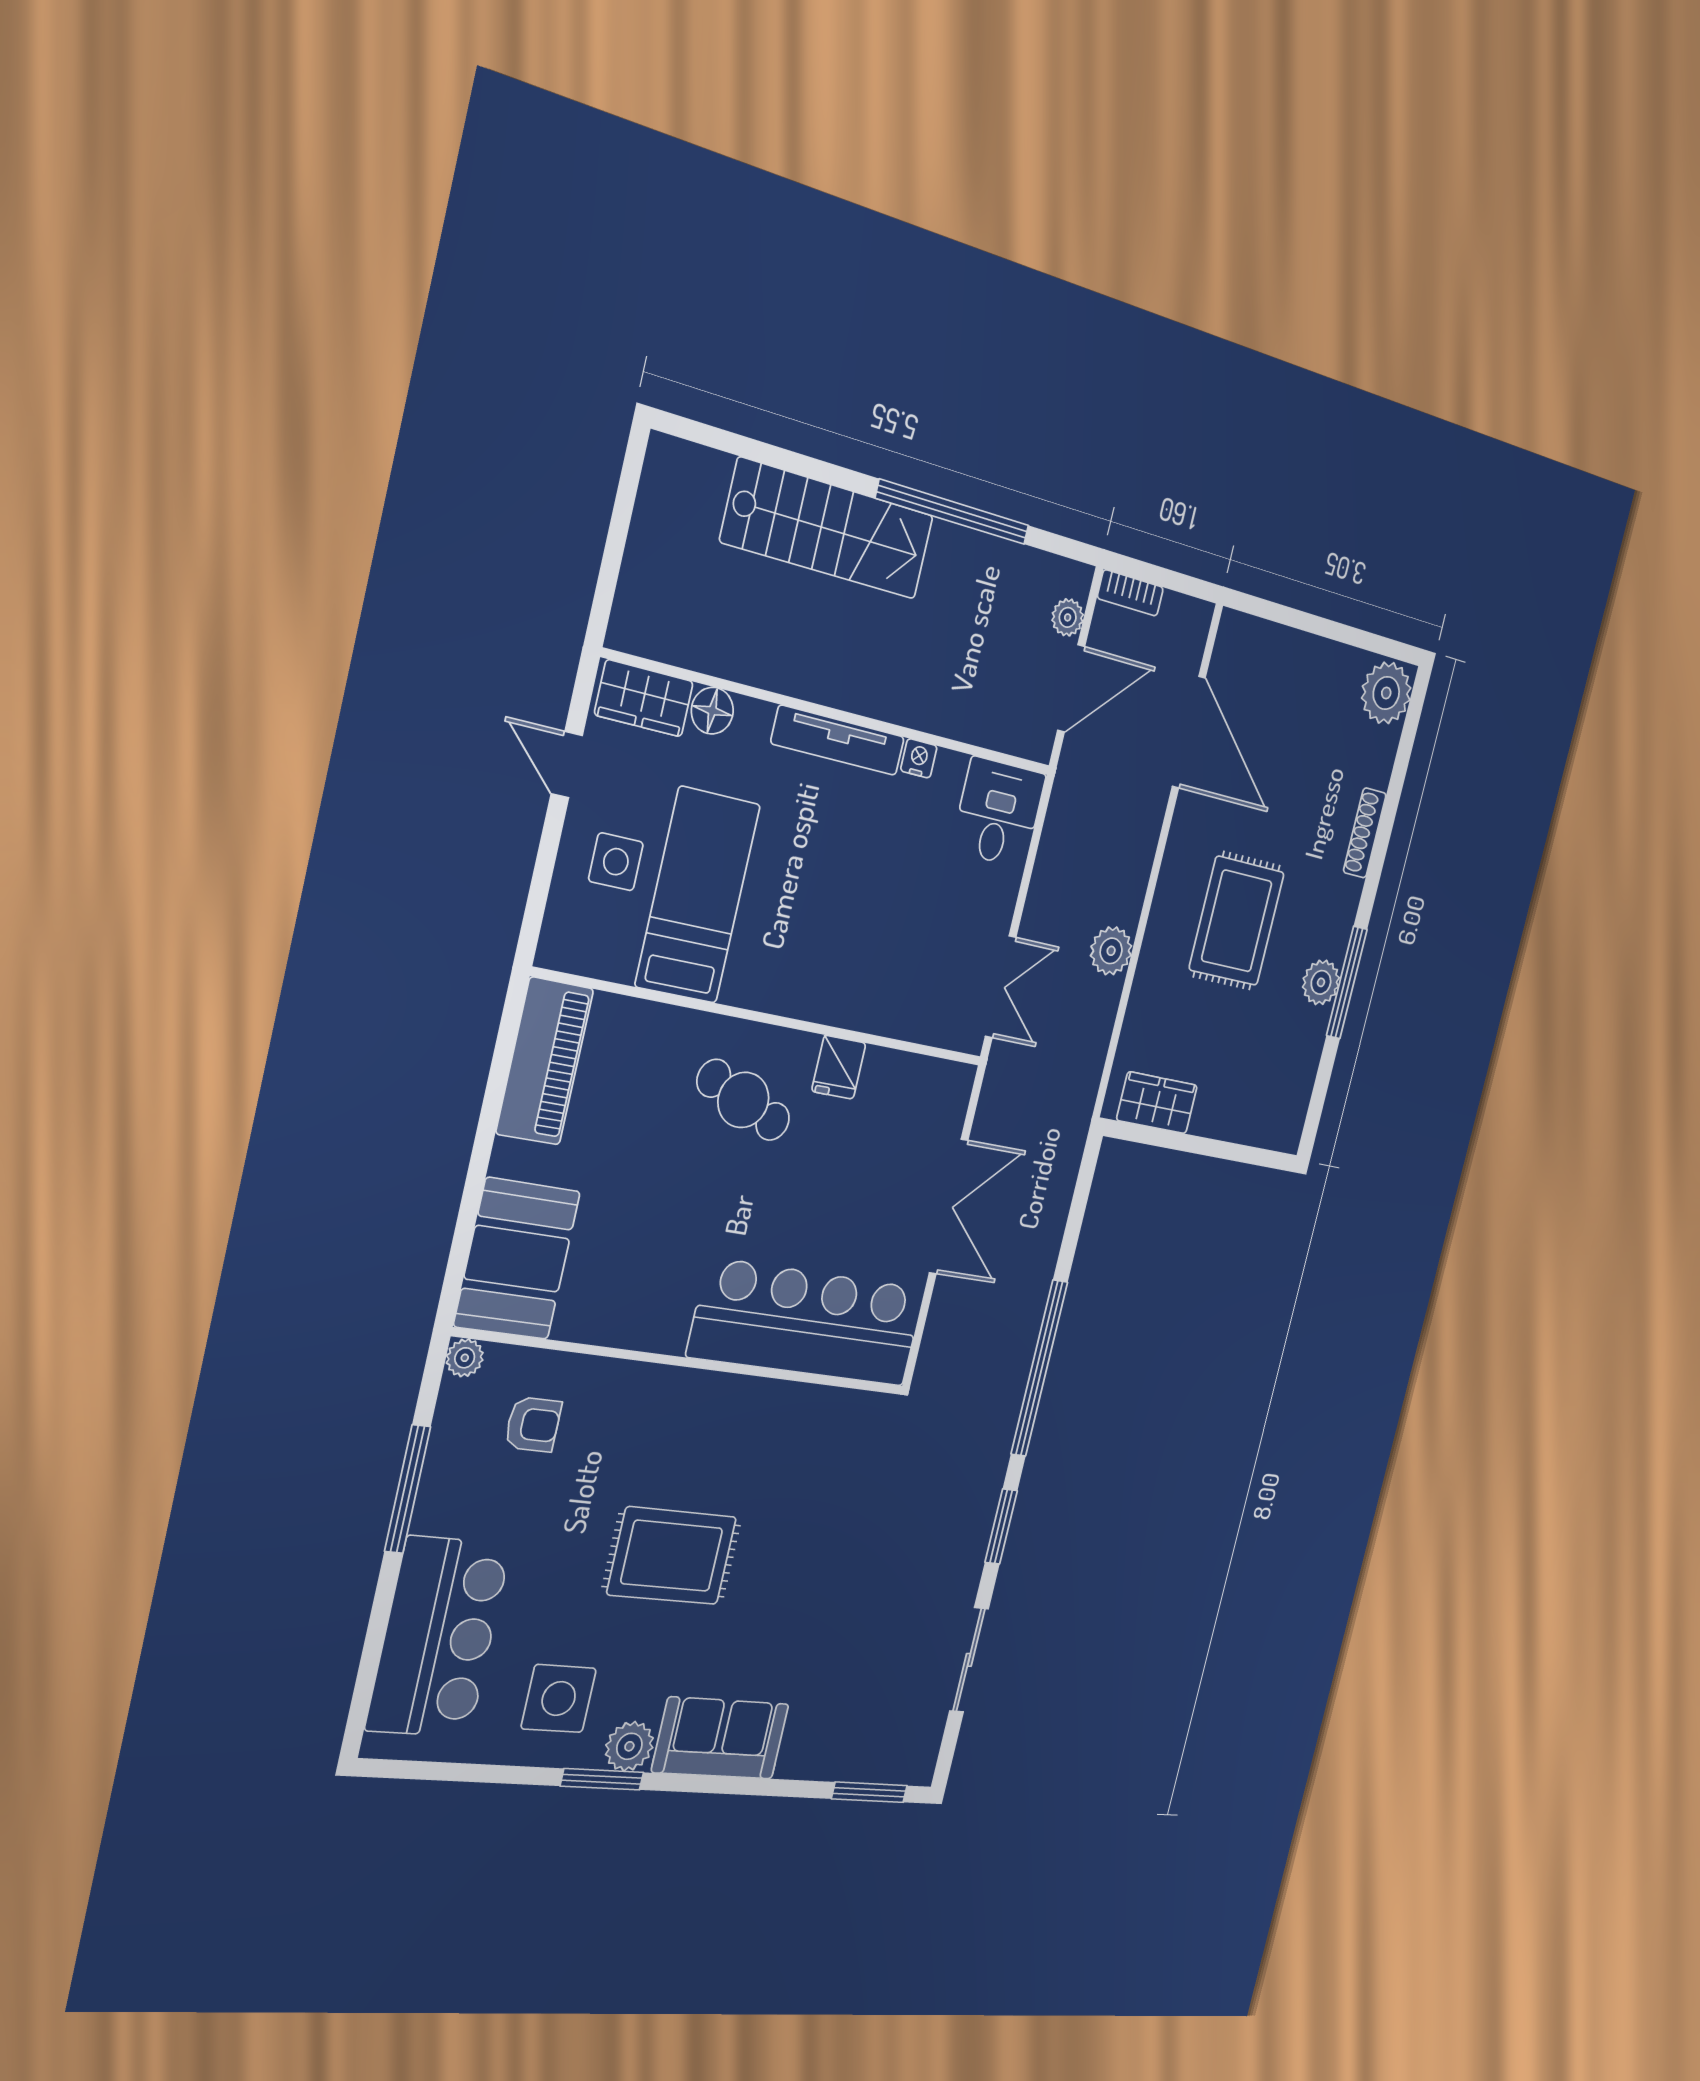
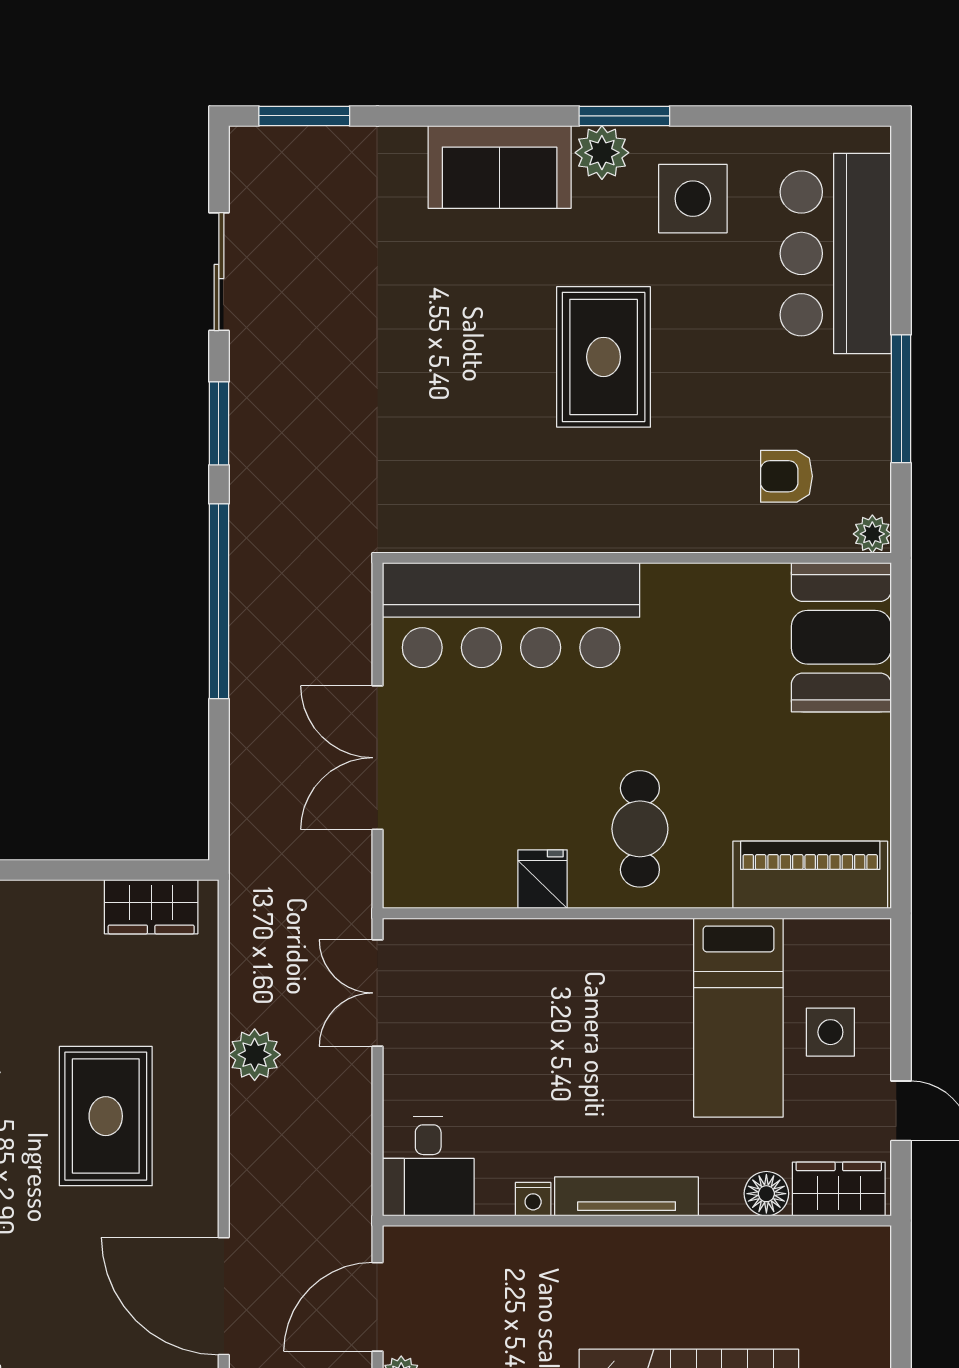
piano: (545, 1061) -> (810, 875), moved, turned 90
cafe table: (743, 1100) -> (640, 829), turned 67
rug: (672, 1556) -> (604, 357), turned 90

